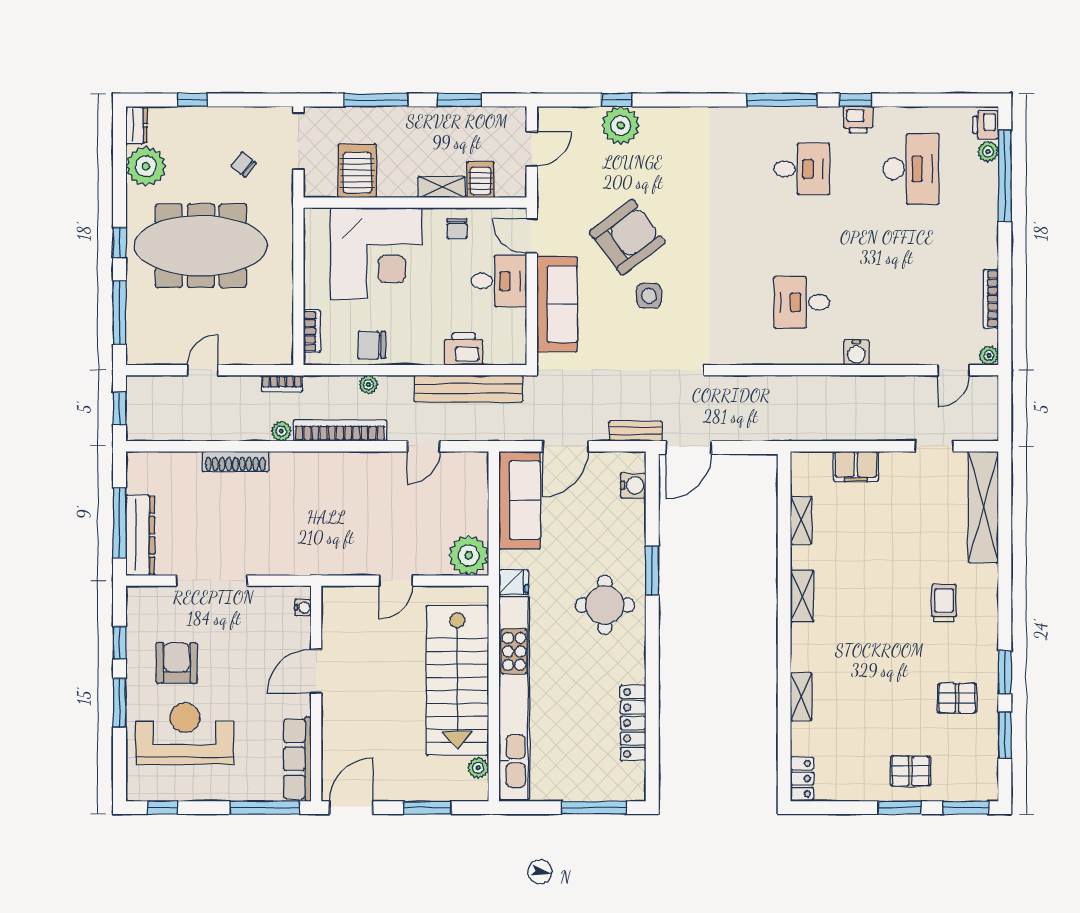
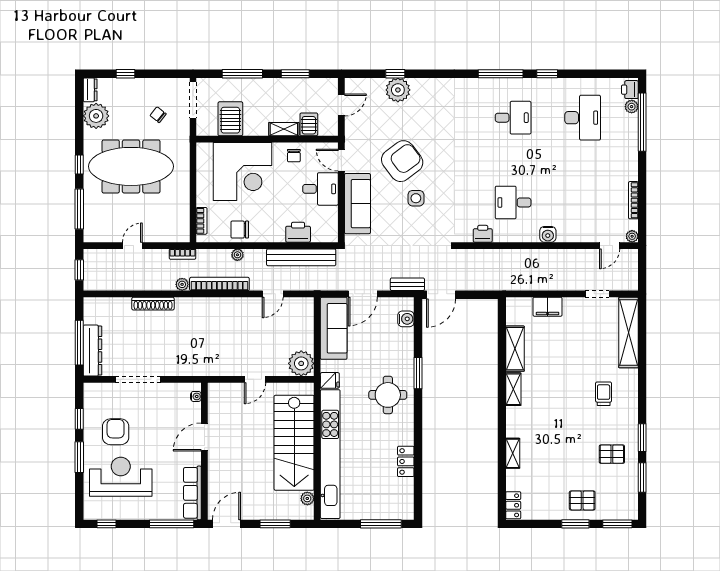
printer: (858, 120) -> (483, 234), moved, turned 180
shelving: (801, 520) -> (515, 349), width x1.50, depth x1.33
locker: (633, 723) -> (406, 461), width x0.66

